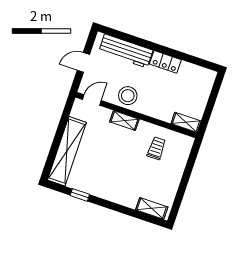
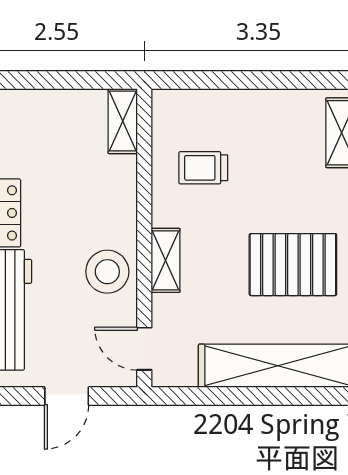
door: (83, 62) -> (67, 396), hinge flipped
pallet: (105, 171) -> (293, 265), added

